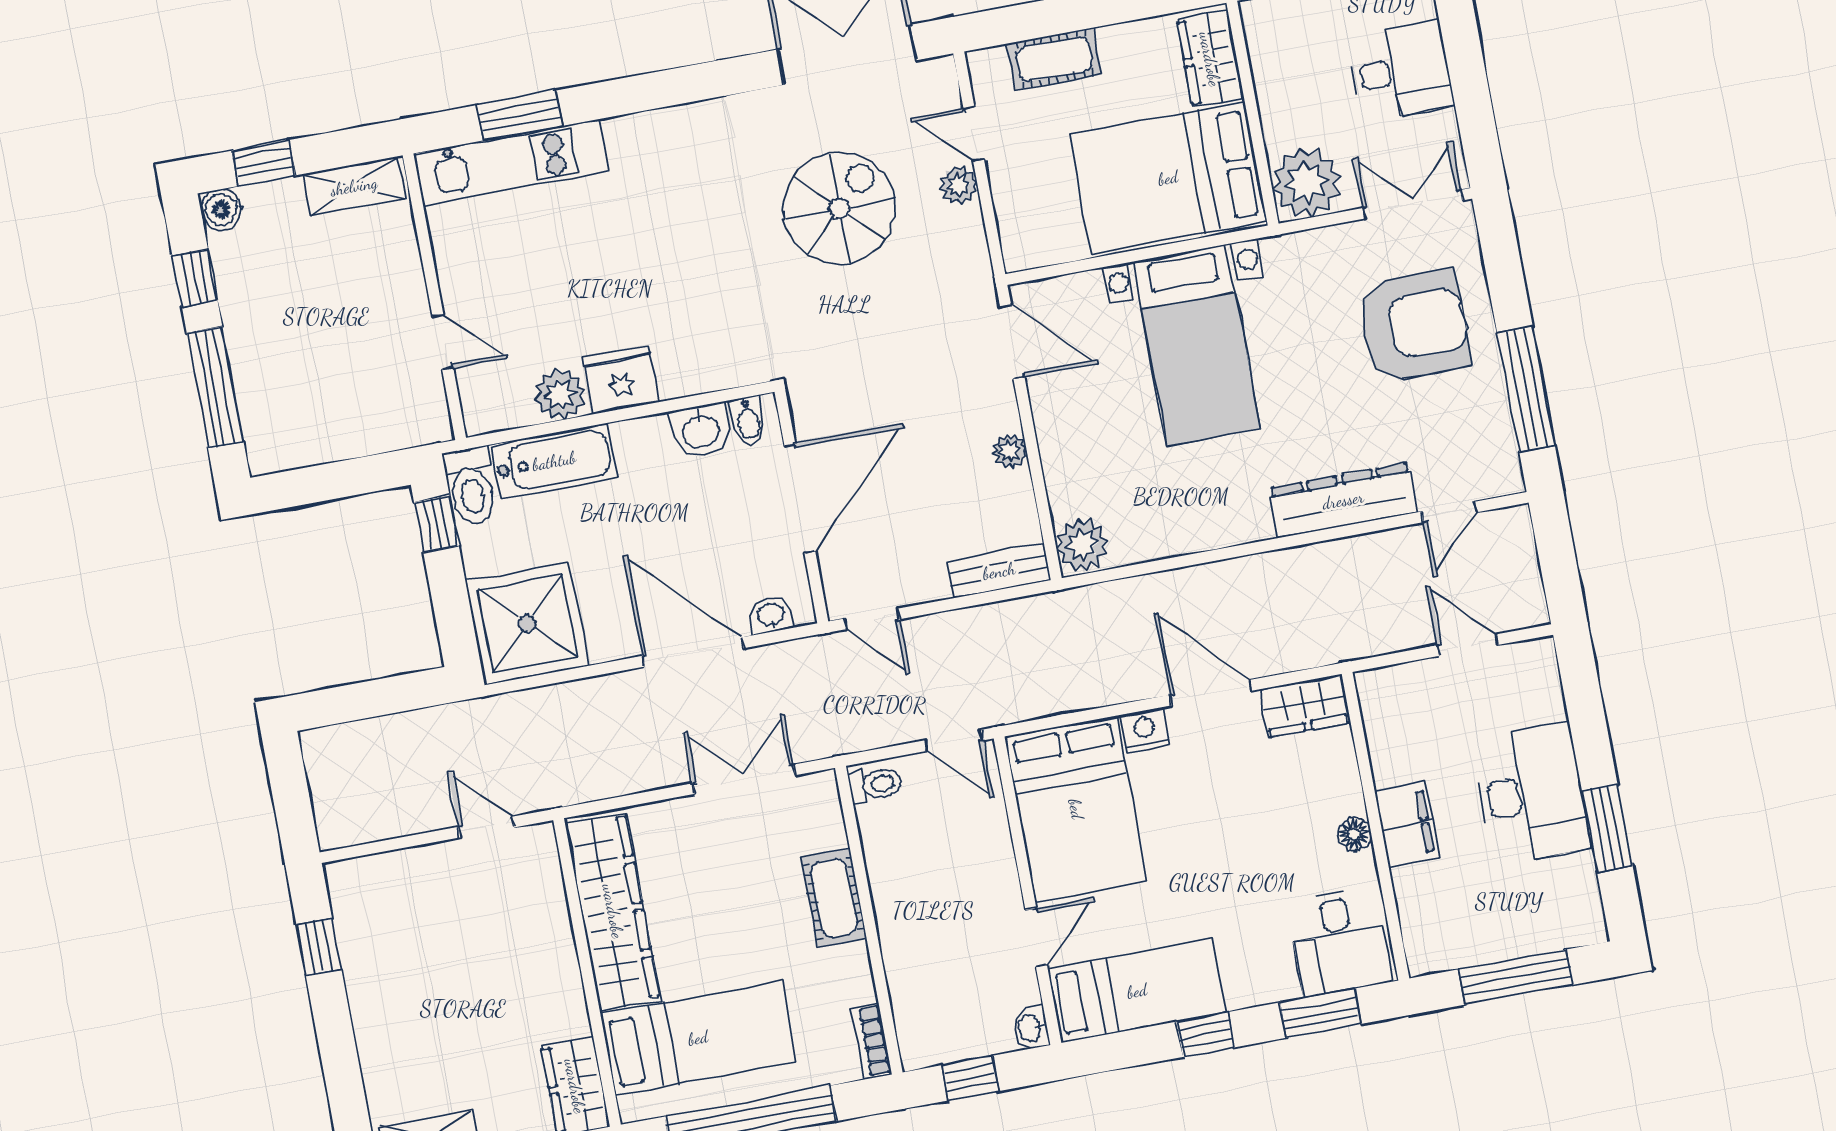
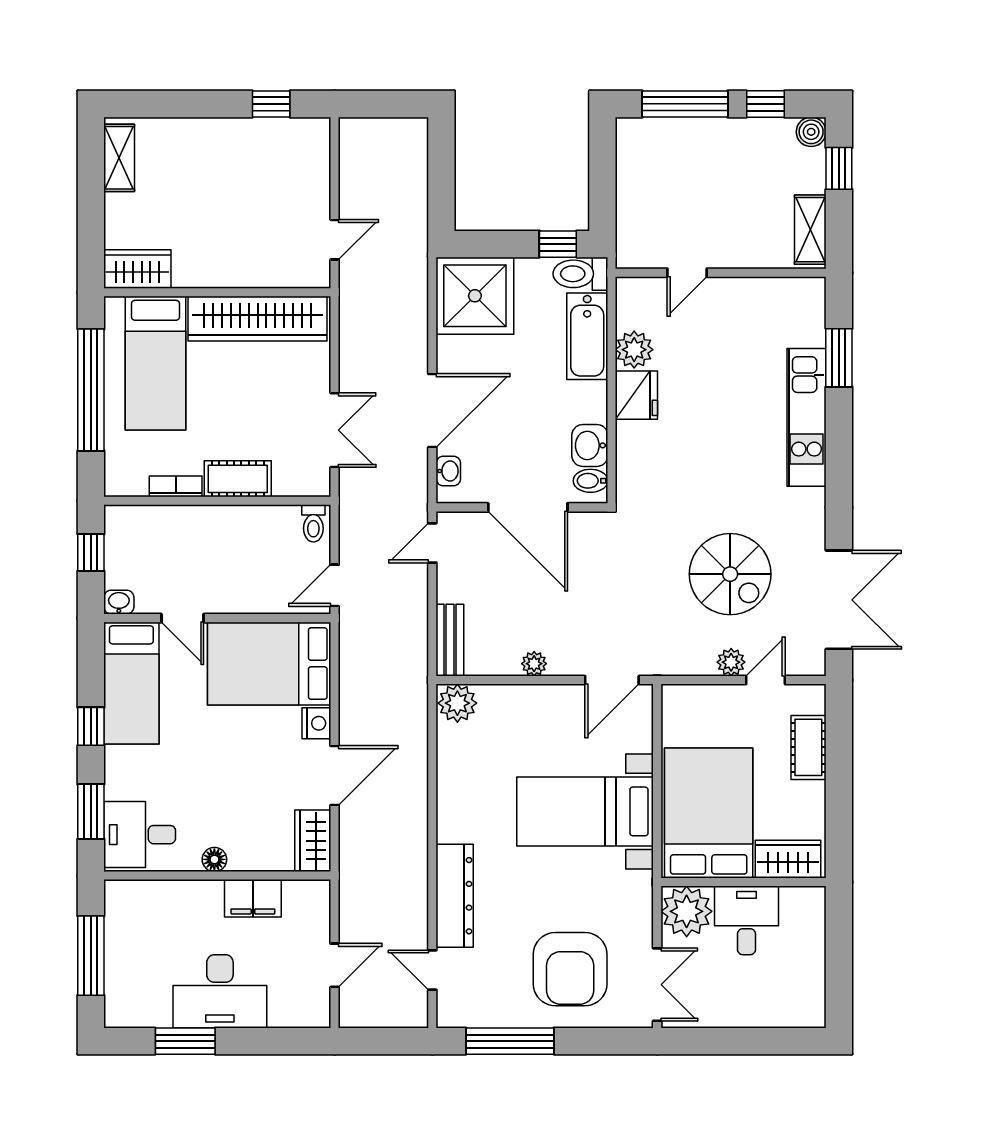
desk: (1401, 71) -> (746, 920), moved, turned 180
kitchen unit: (511, 162) -> (807, 417), moved
filing cabinet: (1407, 825) -> (253, 898), moved
bookcase: (871, 1042) -> (176, 486), moved

